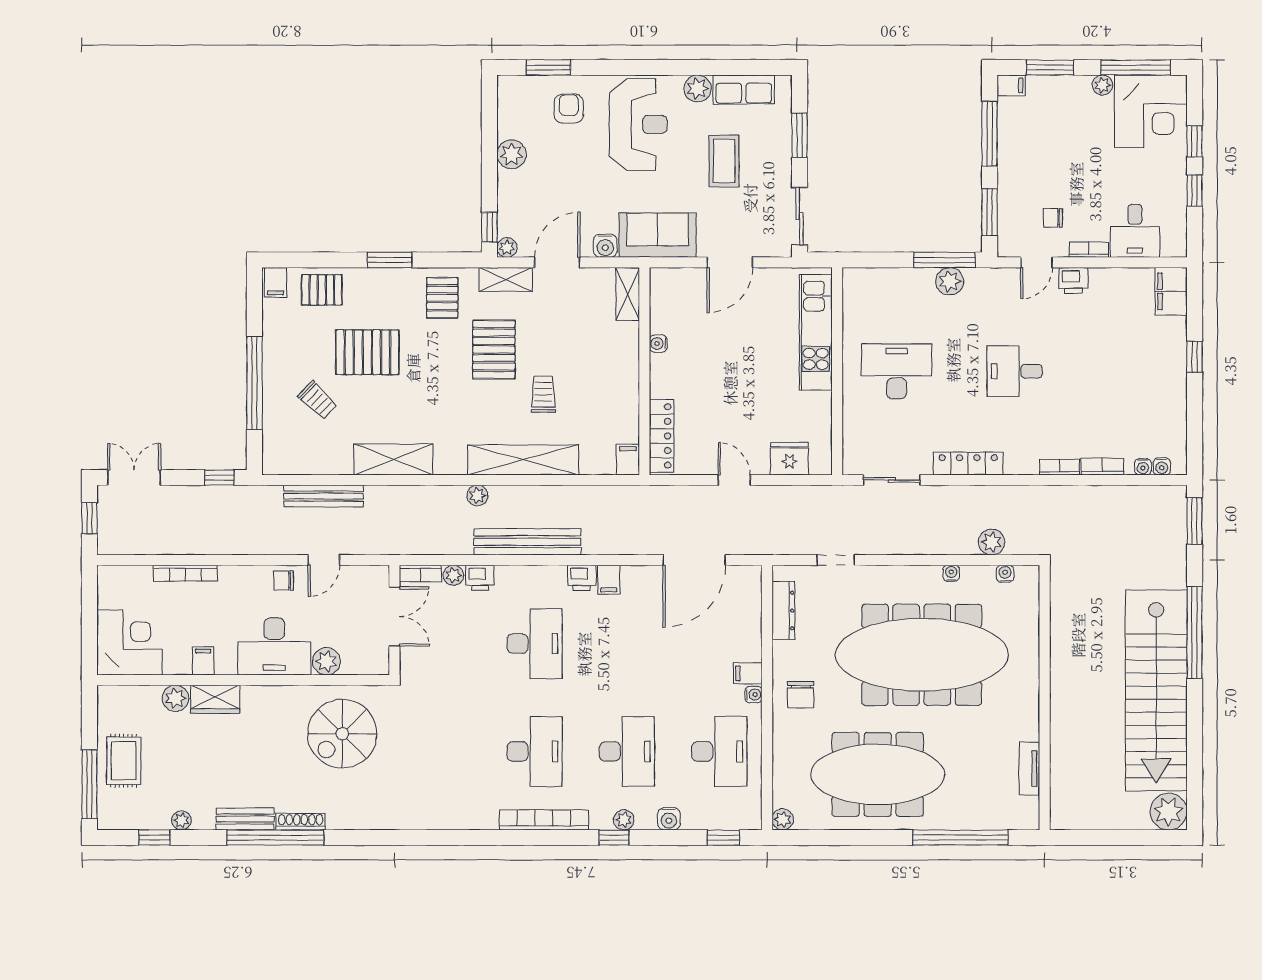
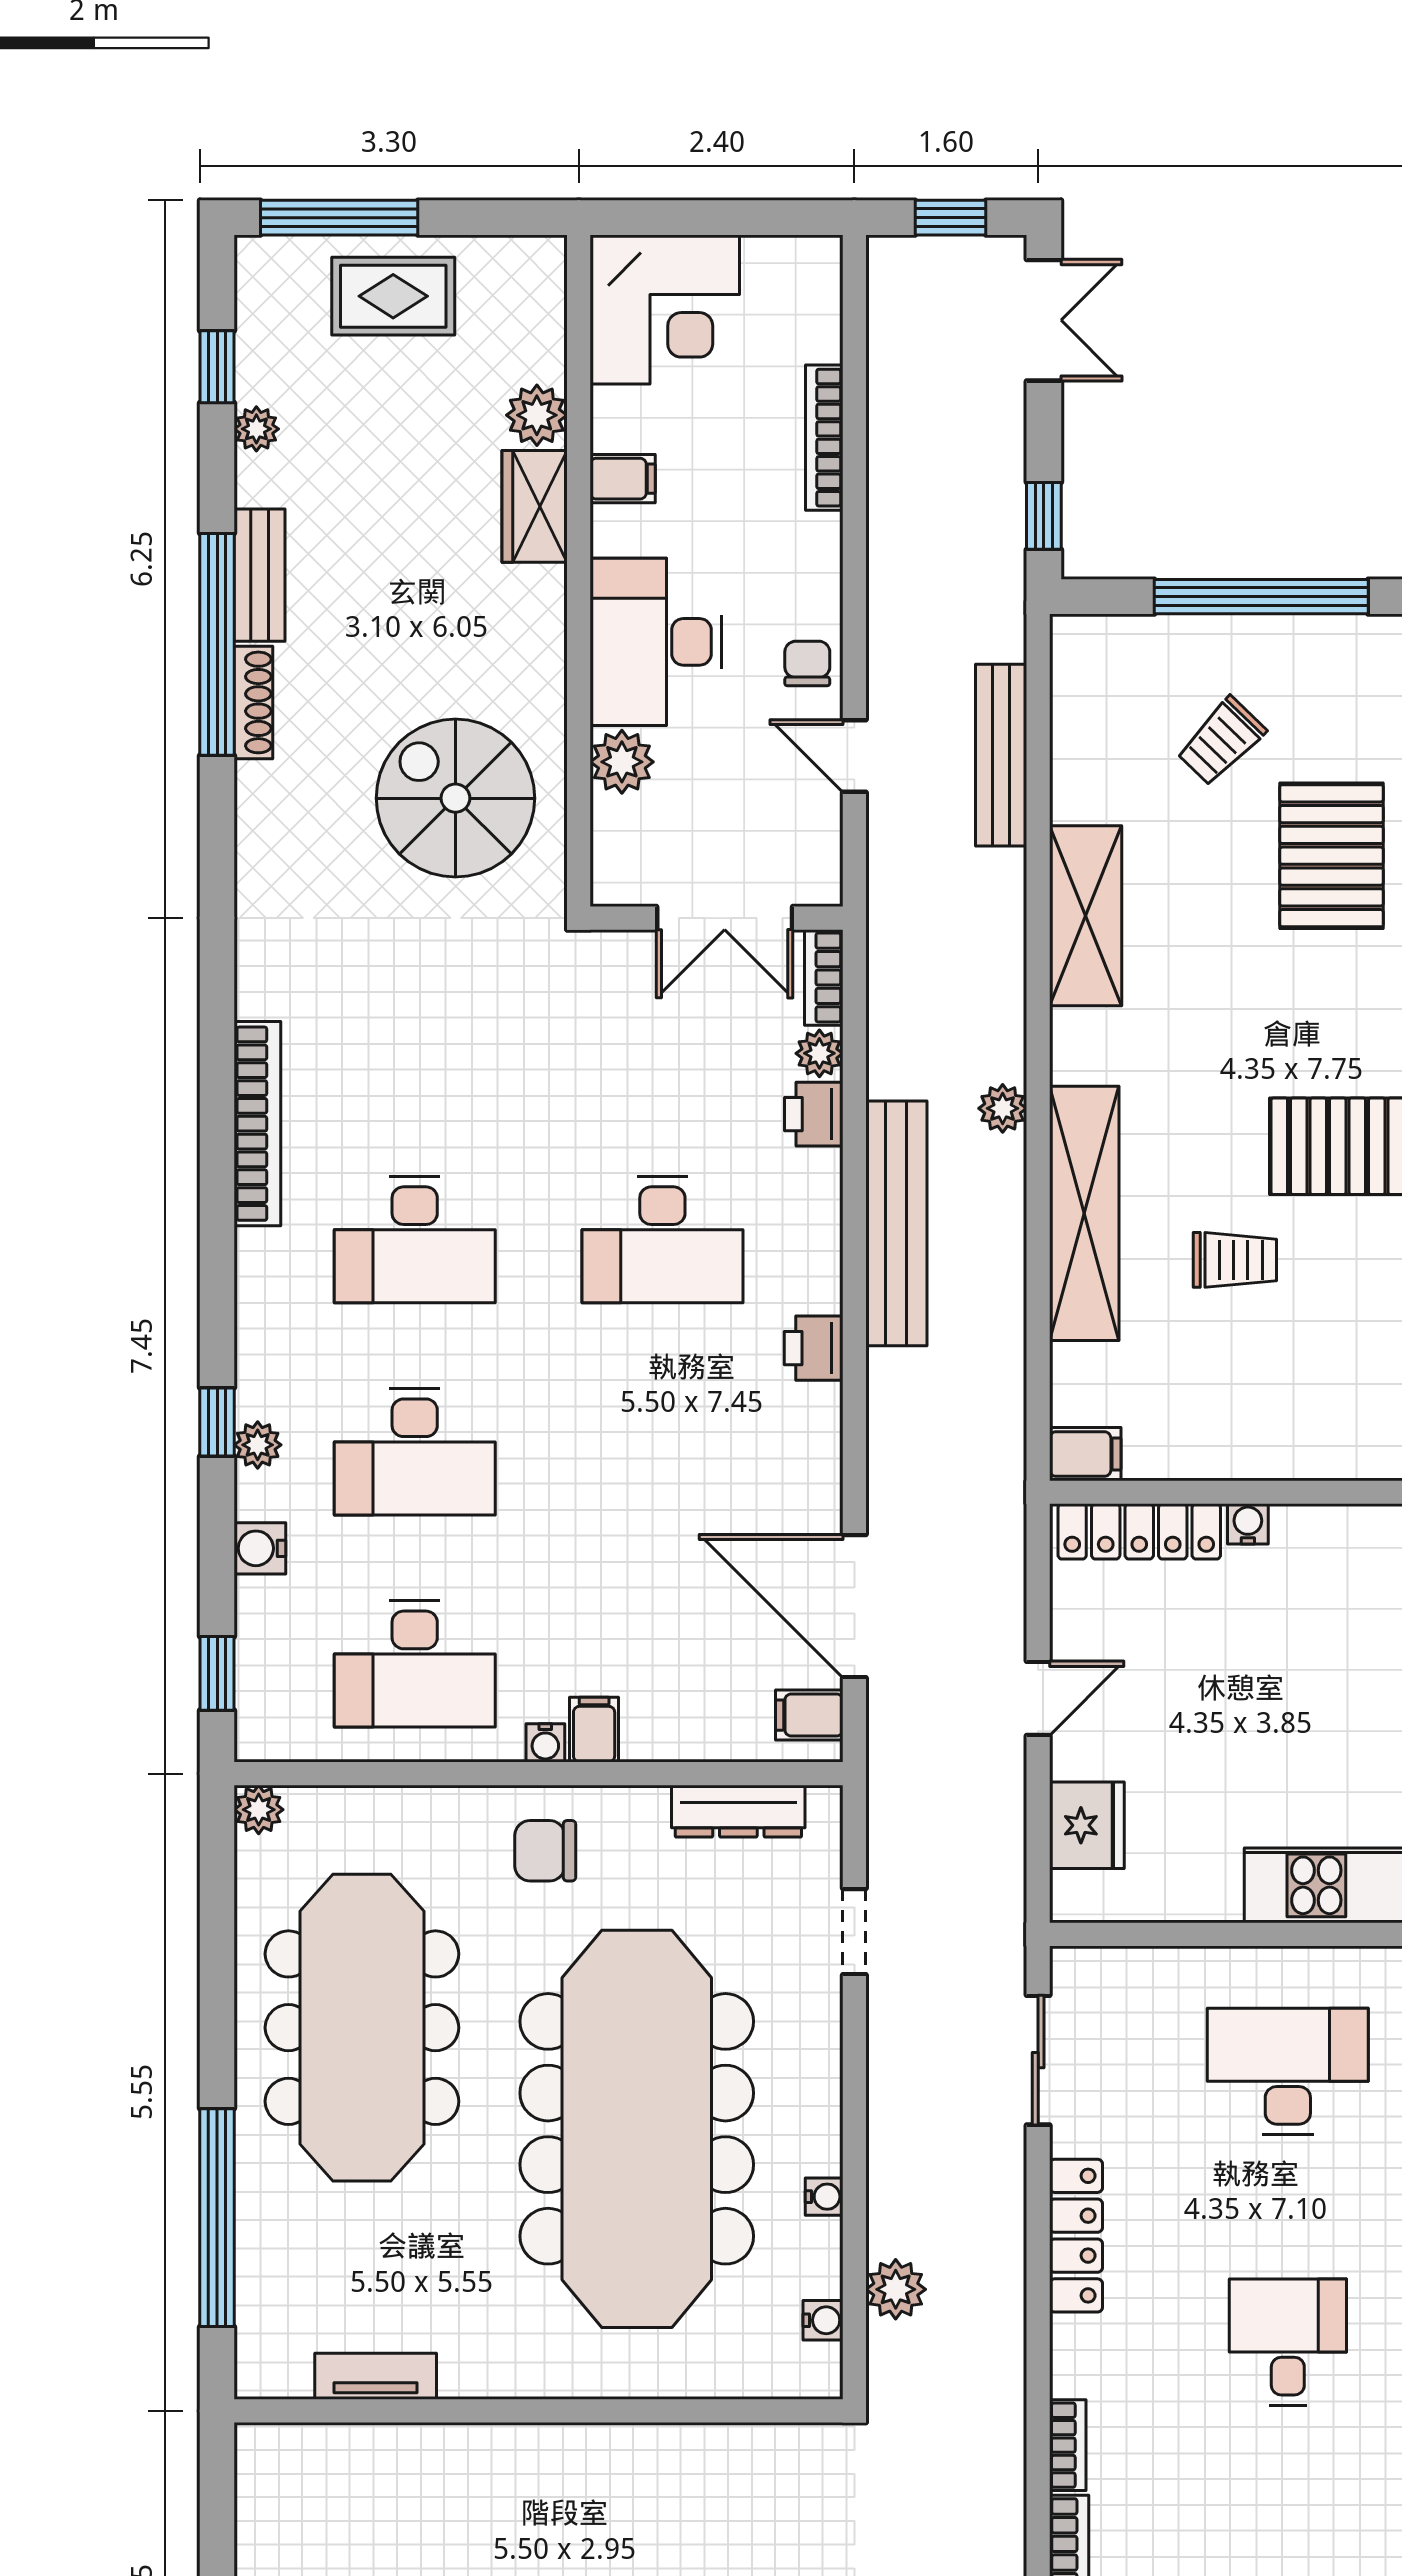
water cooler: (658, 344) -> (1248, 1524), moved
desk: (897, 371) -> (1288, 2071), turned -90
filing cabinet: (609, 580) -> (809, 1715), moved
bookcase: (544, 820) -> (257, 1124), moved

